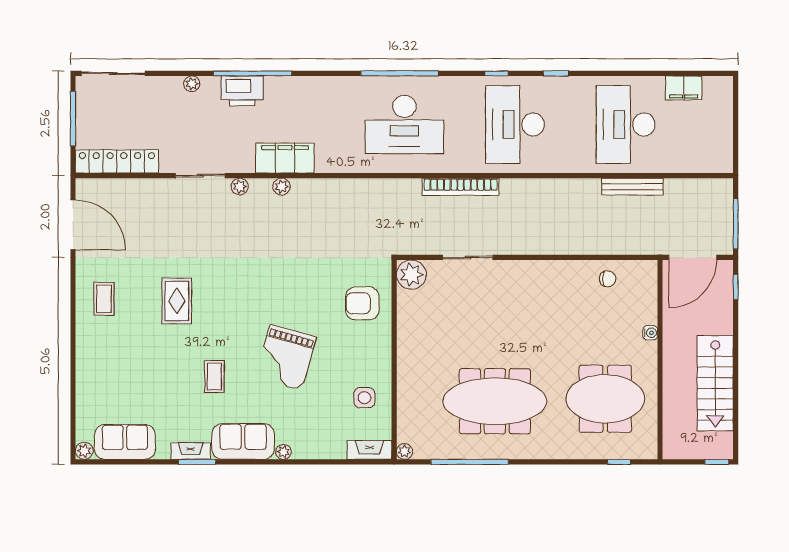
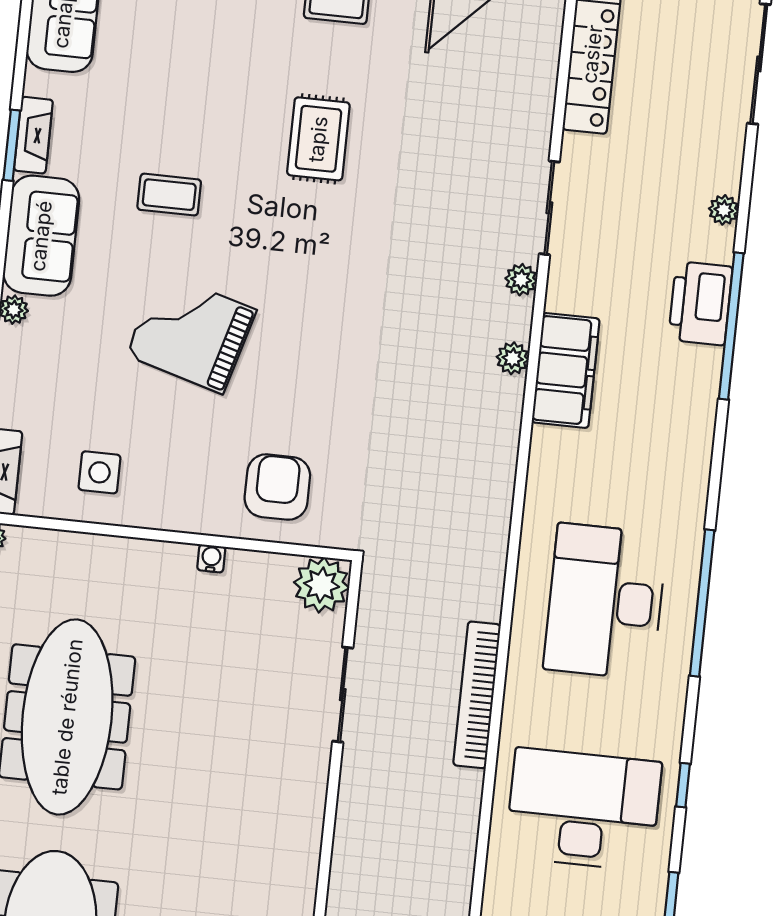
rug: (177, 301) -> (318, 139), turned 90
water cooler: (403, 334) -> (211, 558), added

